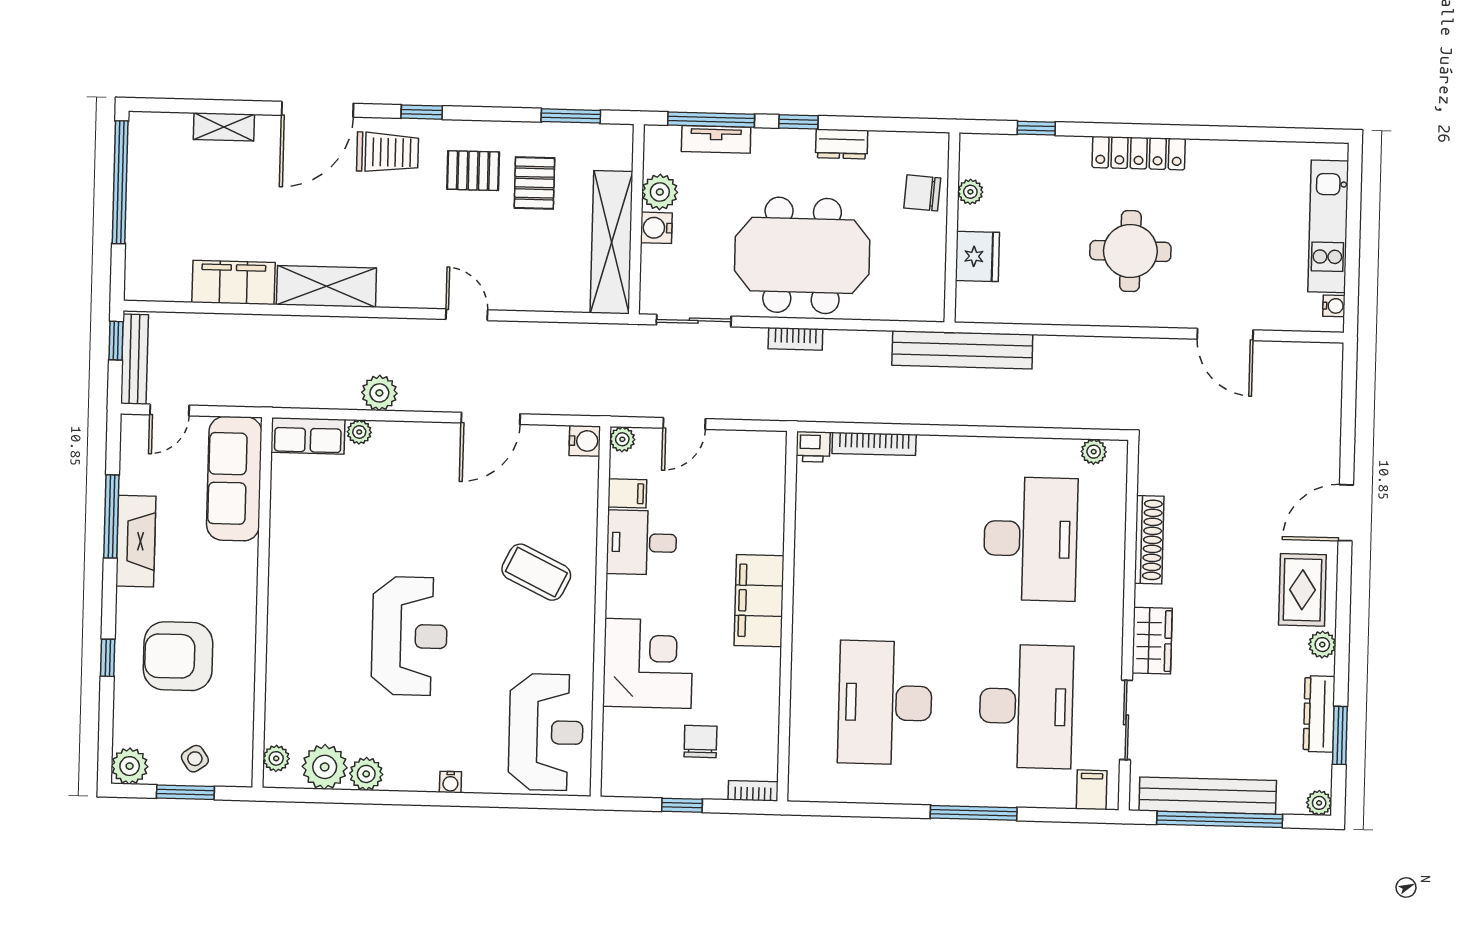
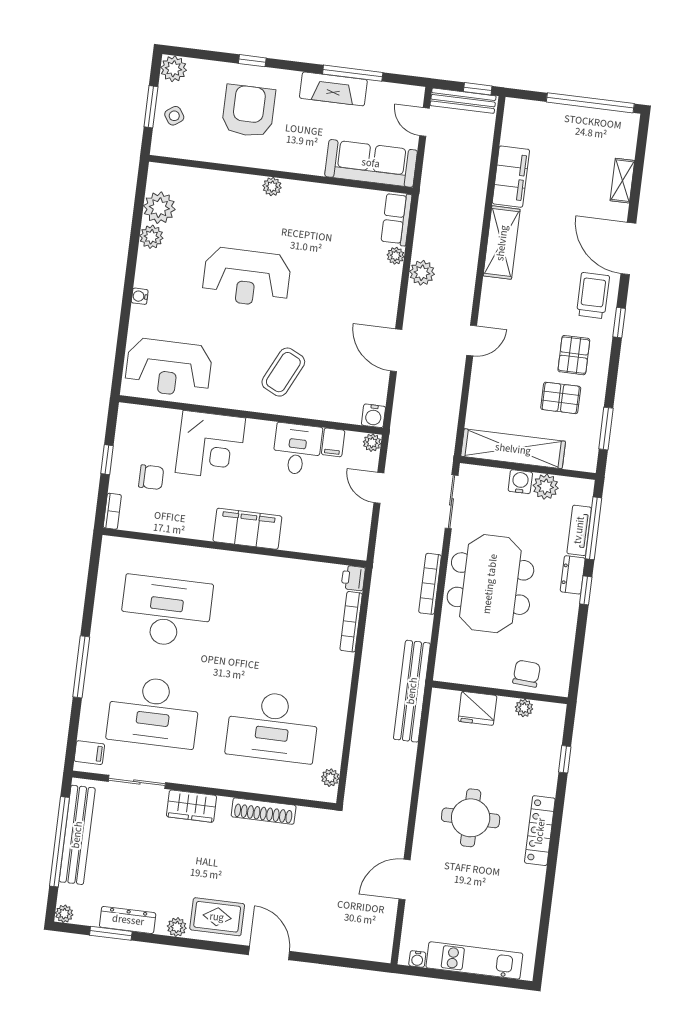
dresser: (842, 144) -> (573, 575), moved
trolley: (388, 152) -> (593, 295), turned 180
bookcase: (795, 339) -> (430, 584), width x1.56
plant: (276, 758) -> (272, 187), moved

